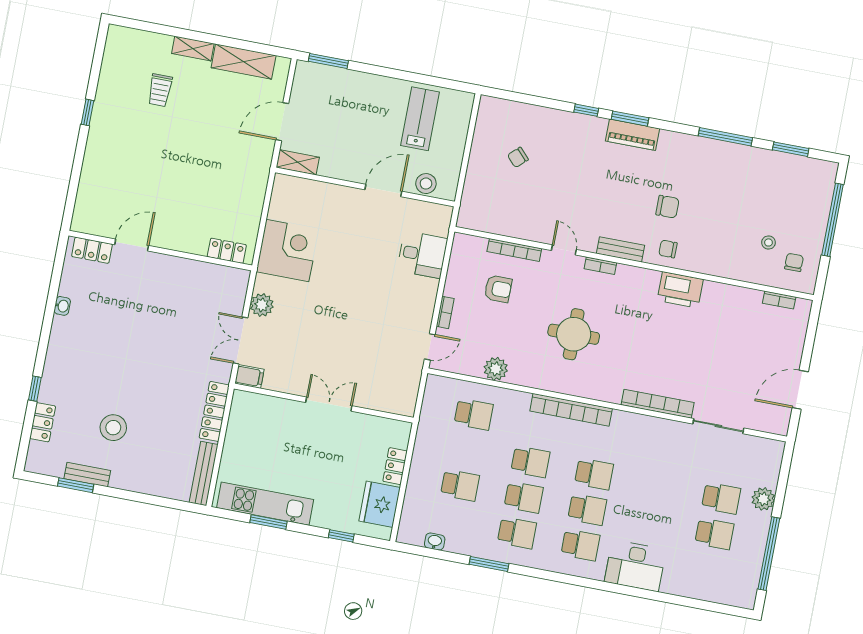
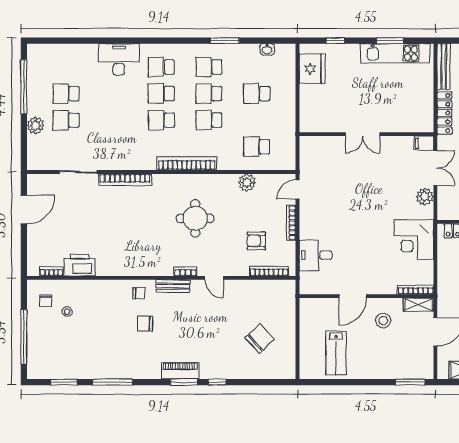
chair: (518, 157) -> (260, 339), width x1.87, depth x1.87
bookcase: (298, 183) -> (416, 290), added
stool: (426, 184) -> (383, 321), moved
bookcase: (514, 250) -> (269, 271), moved
printer: (680, 290) -> (80, 265), moved
bookcase: (445, 312) -> (291, 223), width x1.56
locker: (395, 466) -> (306, 98), removed

